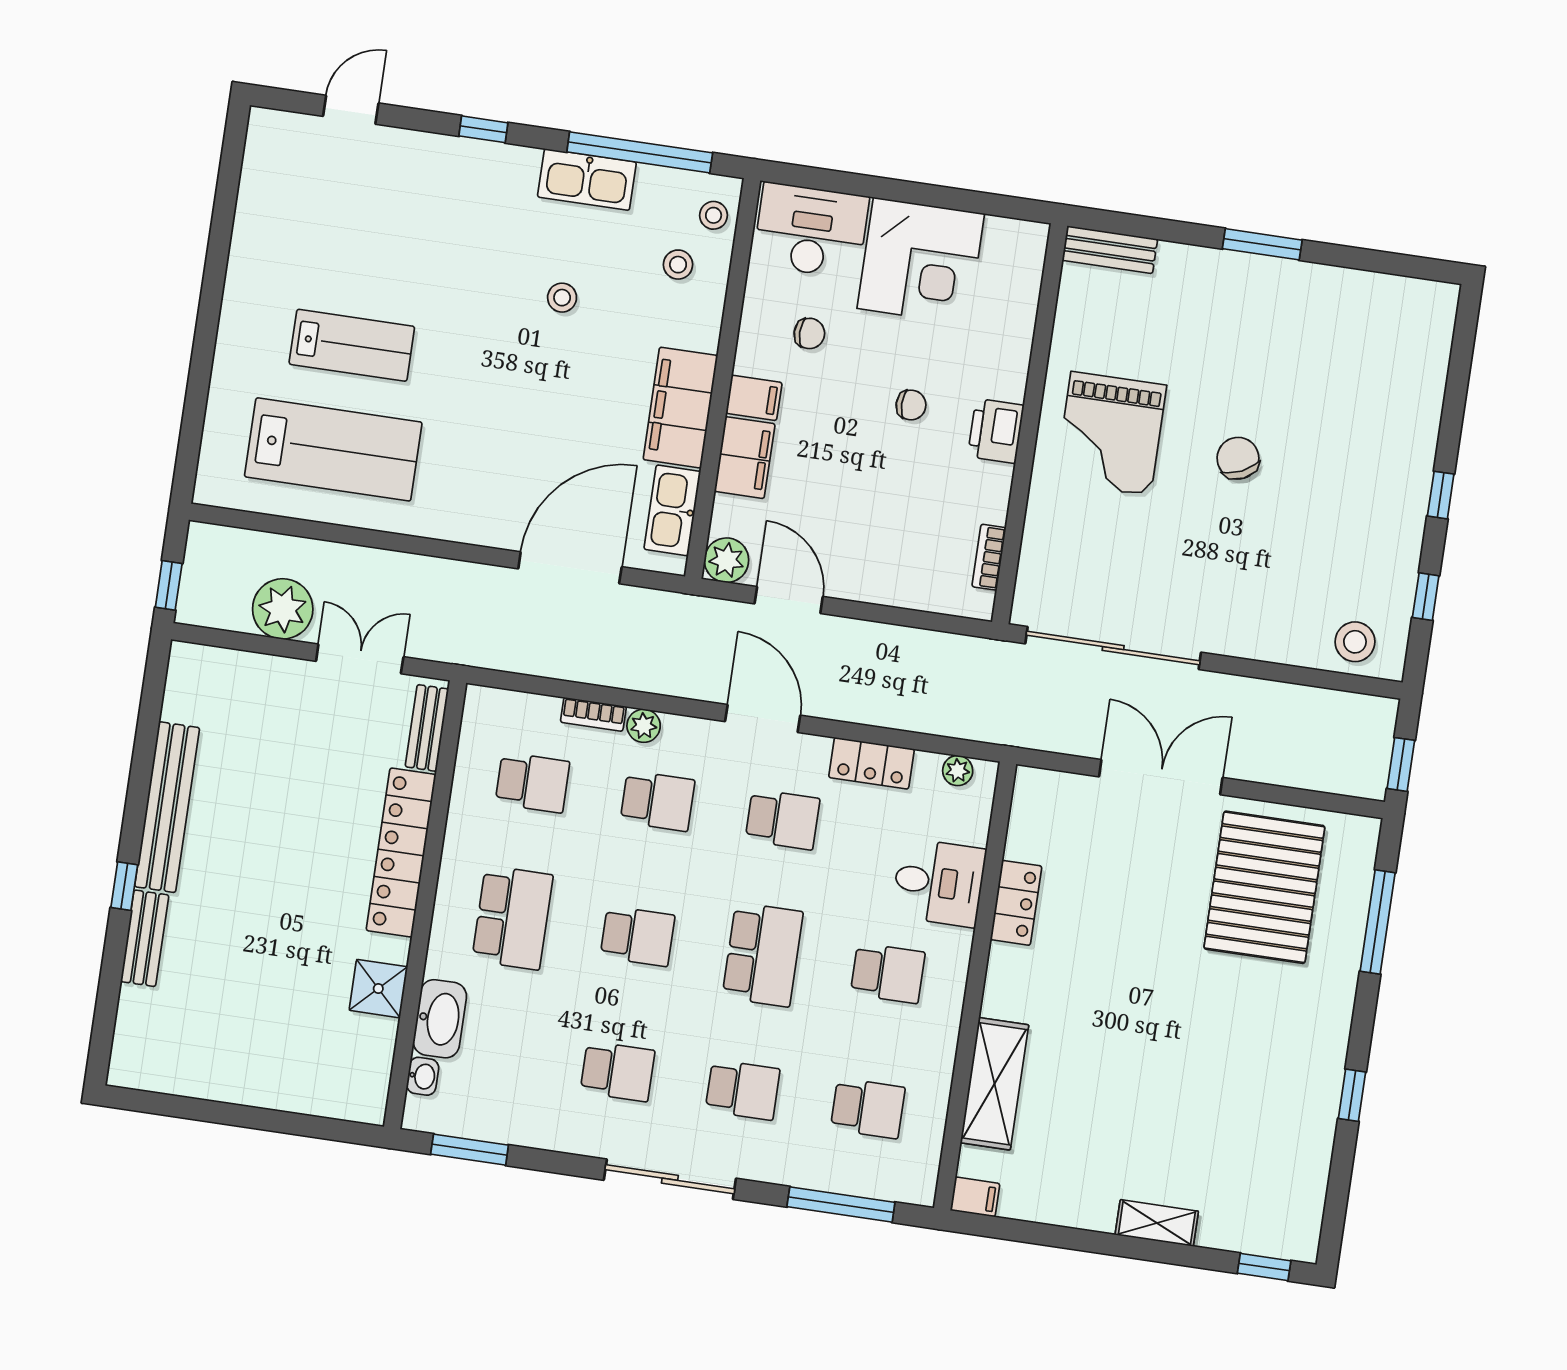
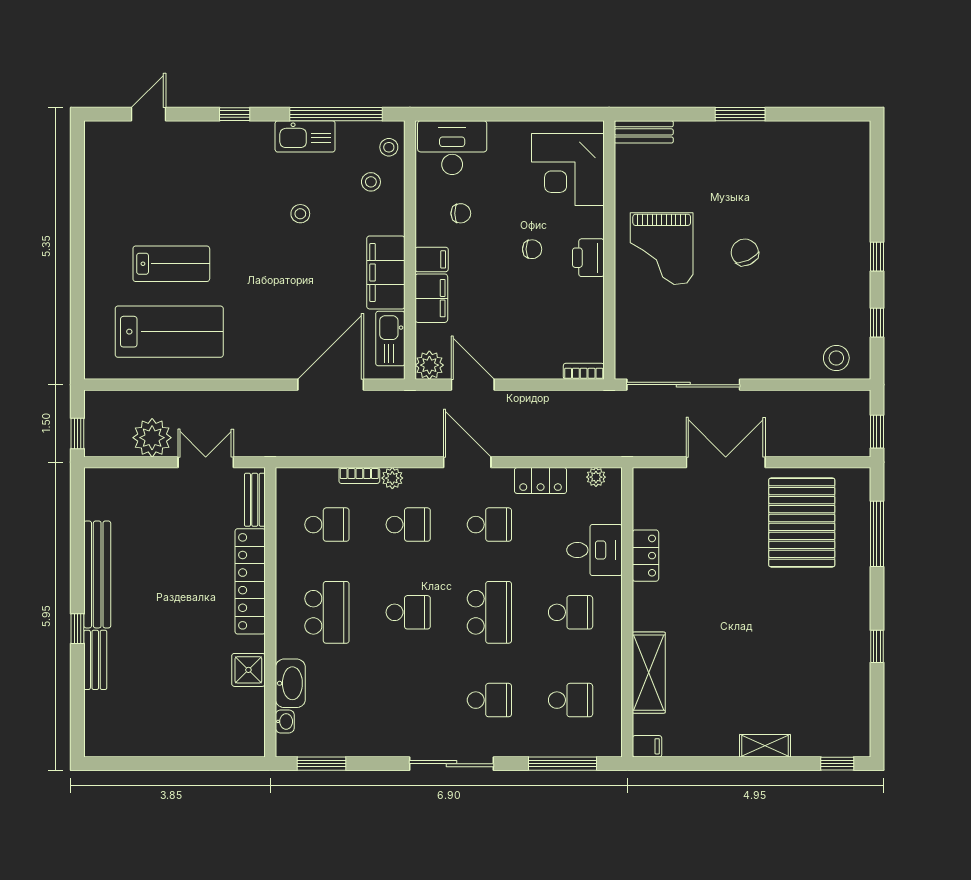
corner desk: (921, 261) -> (568, 169), moved, turned 90
bookcase: (989, 557) -> (584, 371), moved, turned 90
school desk: (618, 1071) -> (408, 700), removed

